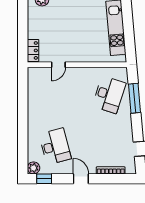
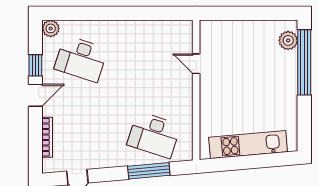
locker: (33, 50) -> (216, 28), removed
desk: (55, 146) -> (81, 59), turned 33
window: (44, 179) -> (35, 65), moved

